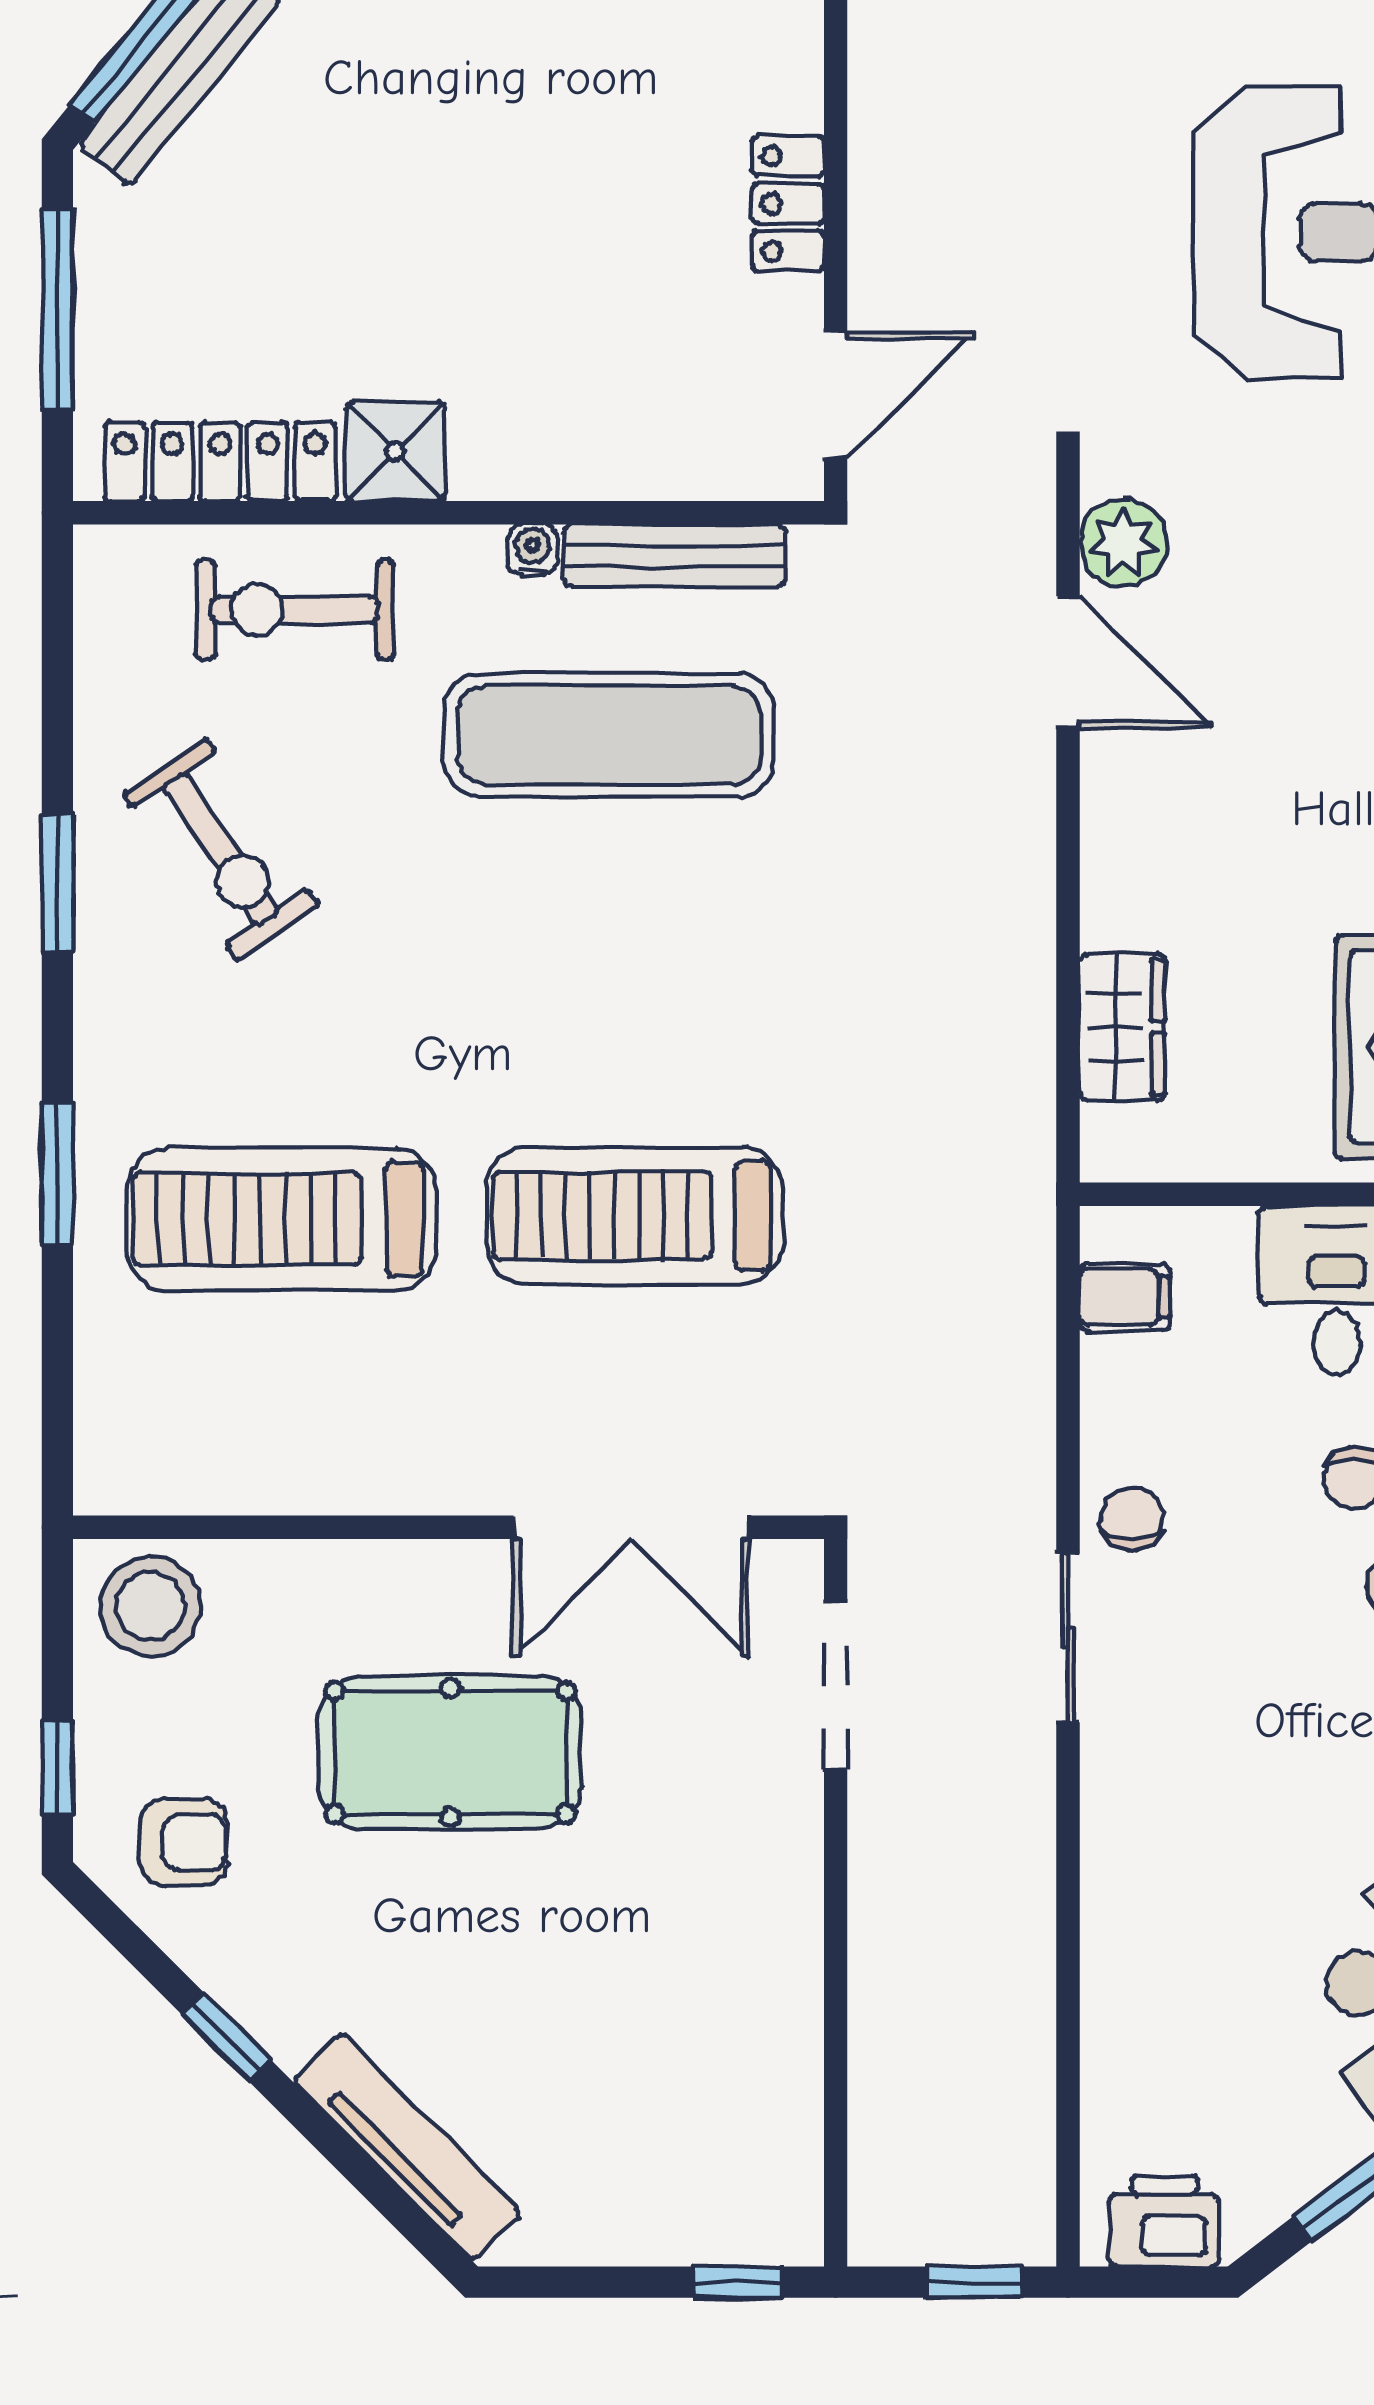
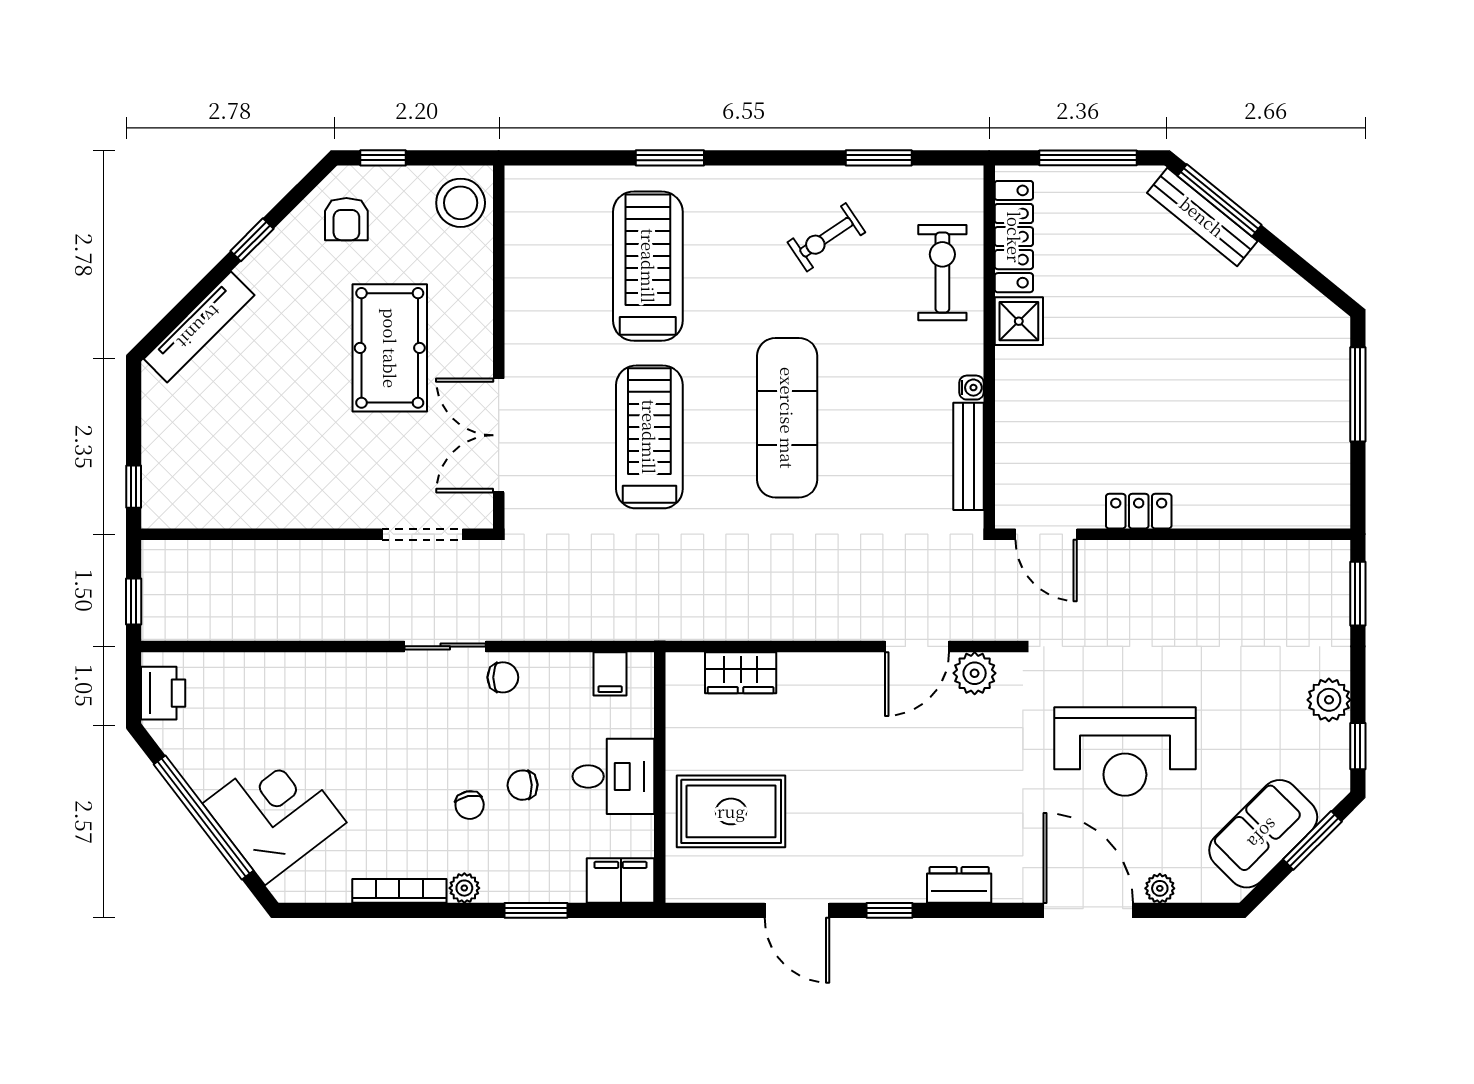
exercise mat: (609, 735) -> (787, 418), moved
exercise bike: (221, 850) -> (826, 237), width x0.73, depth x0.72
window: (57, 883) -> (879, 158), moved

